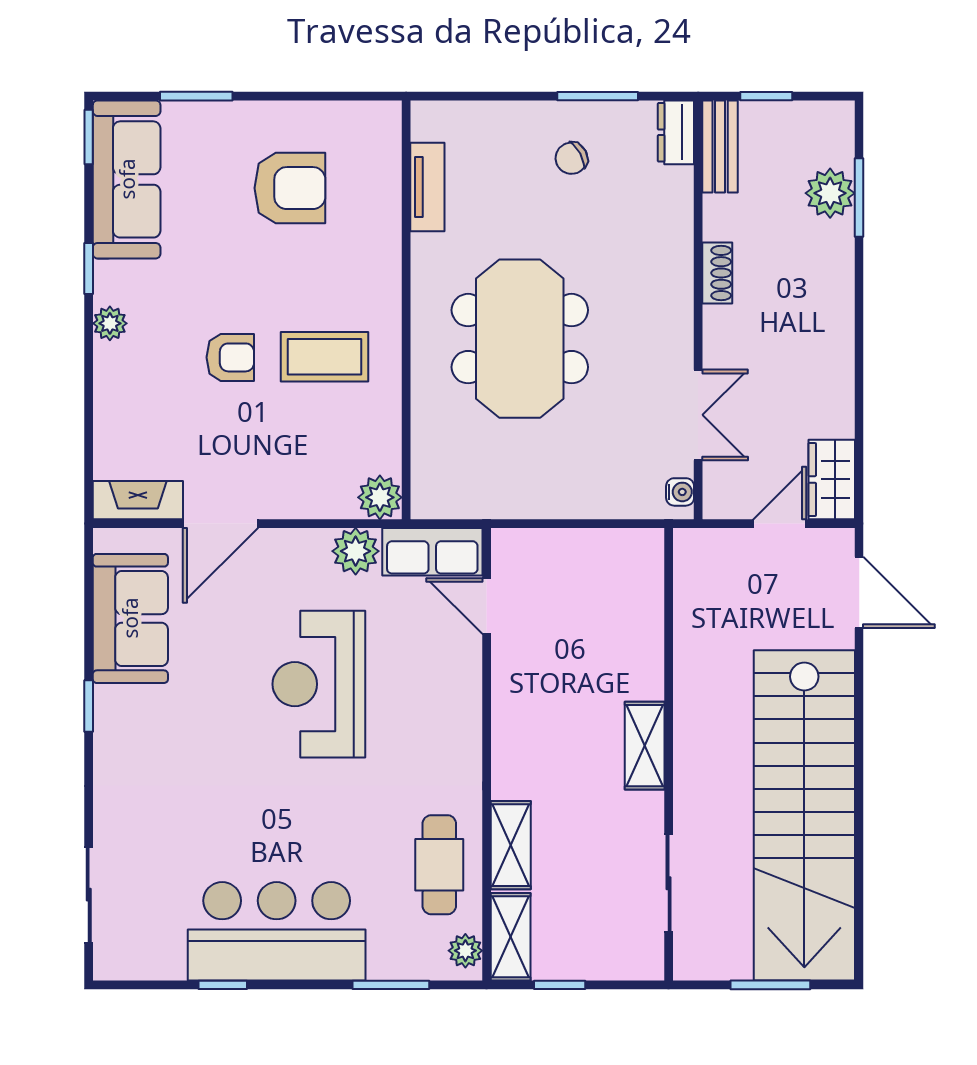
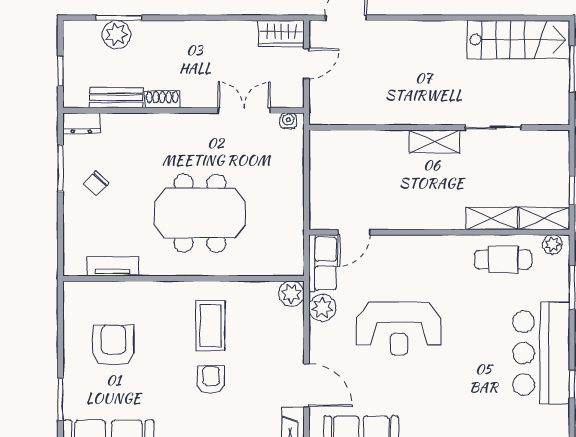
bench: (720, 146) -> (116, 98), moved
chair: (571, 158) -> (96, 183), turned 71
door: (780, 524) -> (306, 63), swing flipped
stairs: (804, 815) -> (518, 40), width x0.54, depth x0.66
sliding door: (669, 883) -> (493, 127), moved

